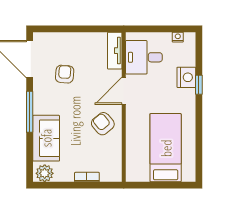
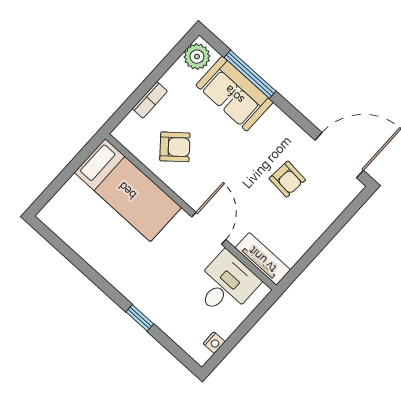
nightstand: (186, 77) -> (161, 312), removed
window: (30, 112) -> (250, 74), moved
armchair: (103, 124) -> (175, 147), moved
bed: (166, 148) -> (128, 190), moved

